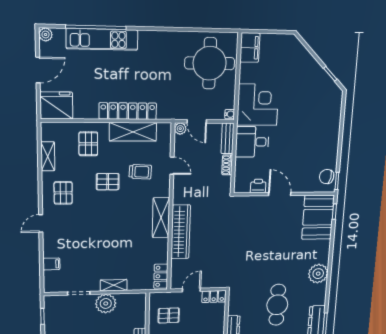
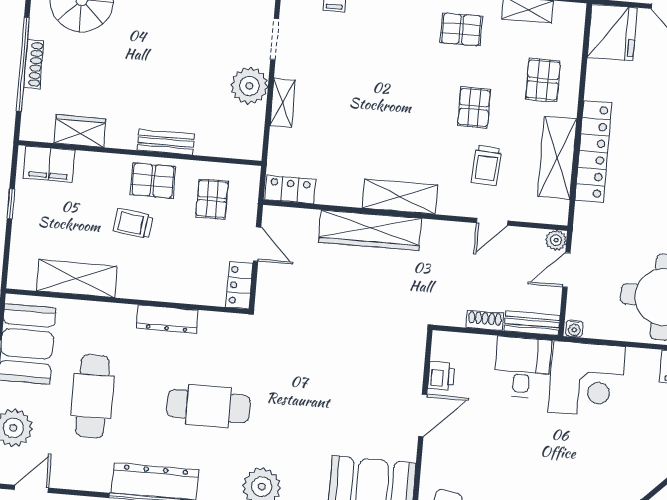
pallet: (88, 144) -> (543, 80), turned 90

